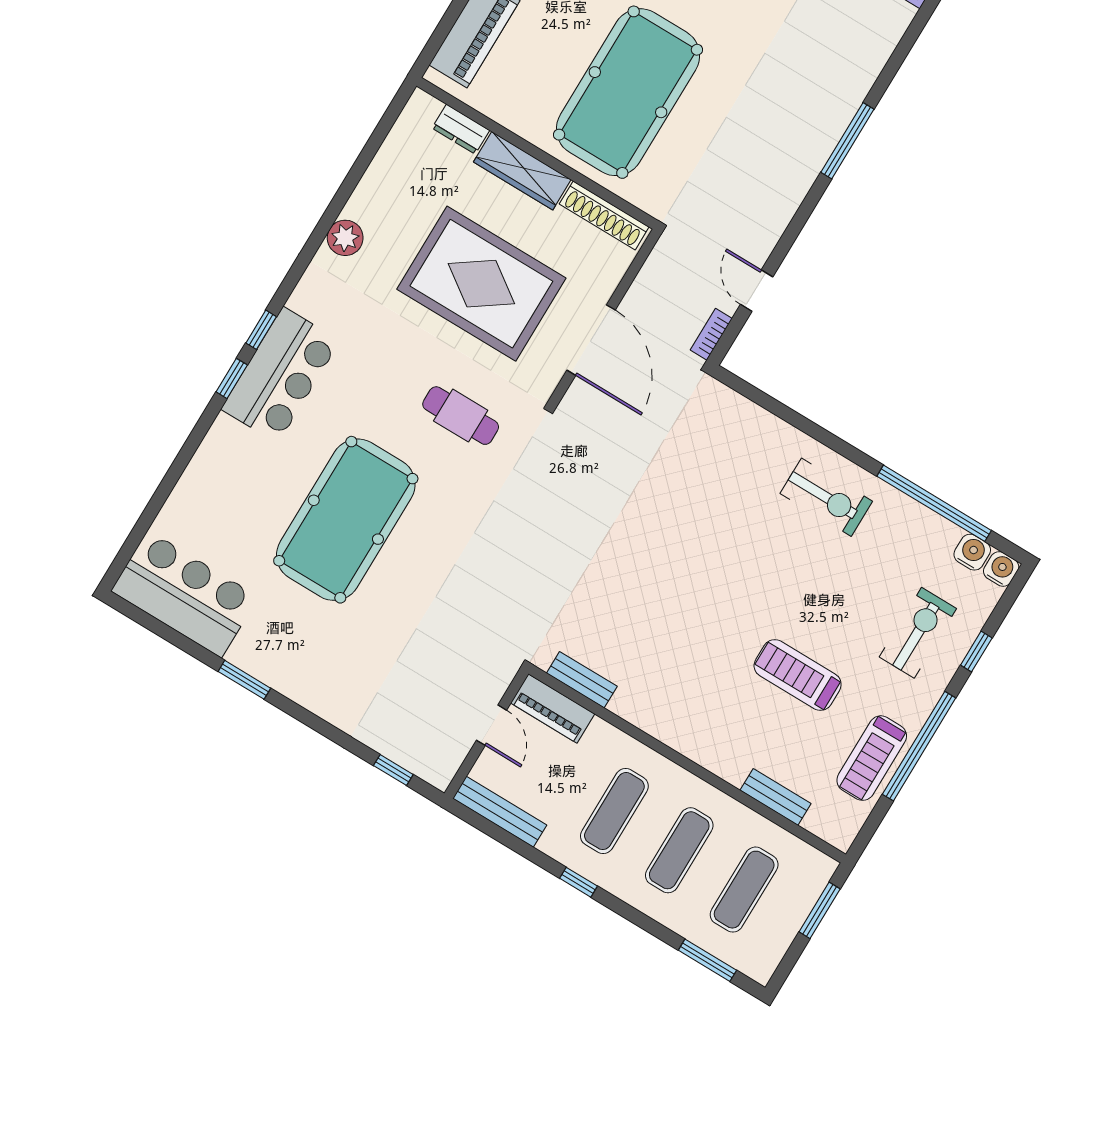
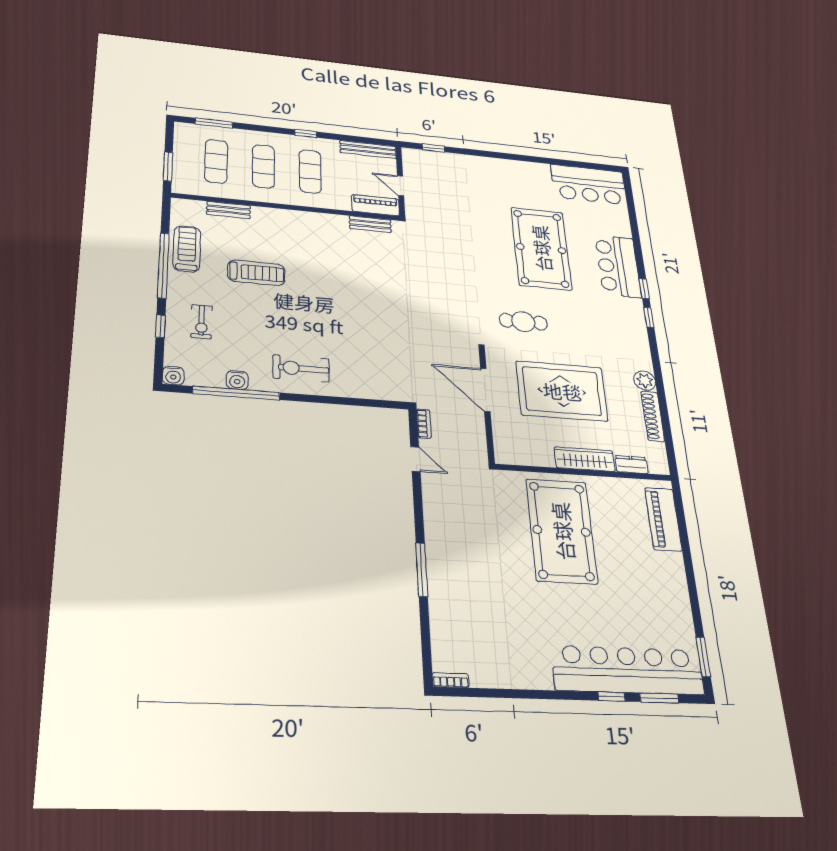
shoe rack: (604, 215) -> (653, 416), moved, turned -90
bar counter: (280, 375) -> (618, 266), moved
water cooler: (972, 552) -> (237, 380), moved
exercise bike: (918, 633) -> (201, 322), width x0.73, depth x0.72
window: (244, 680) -> (533, 159), removed

